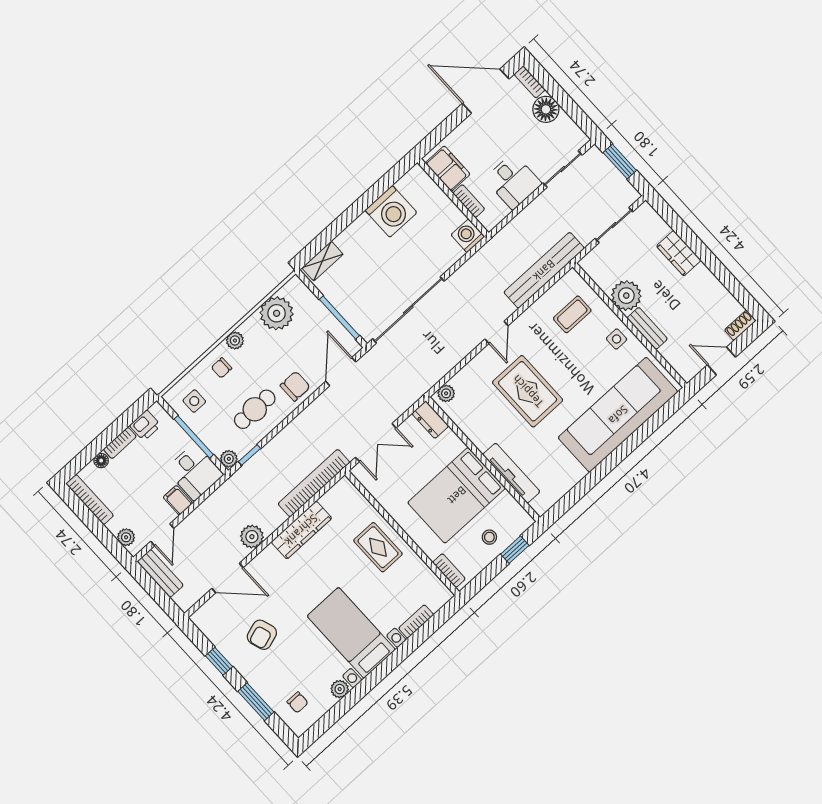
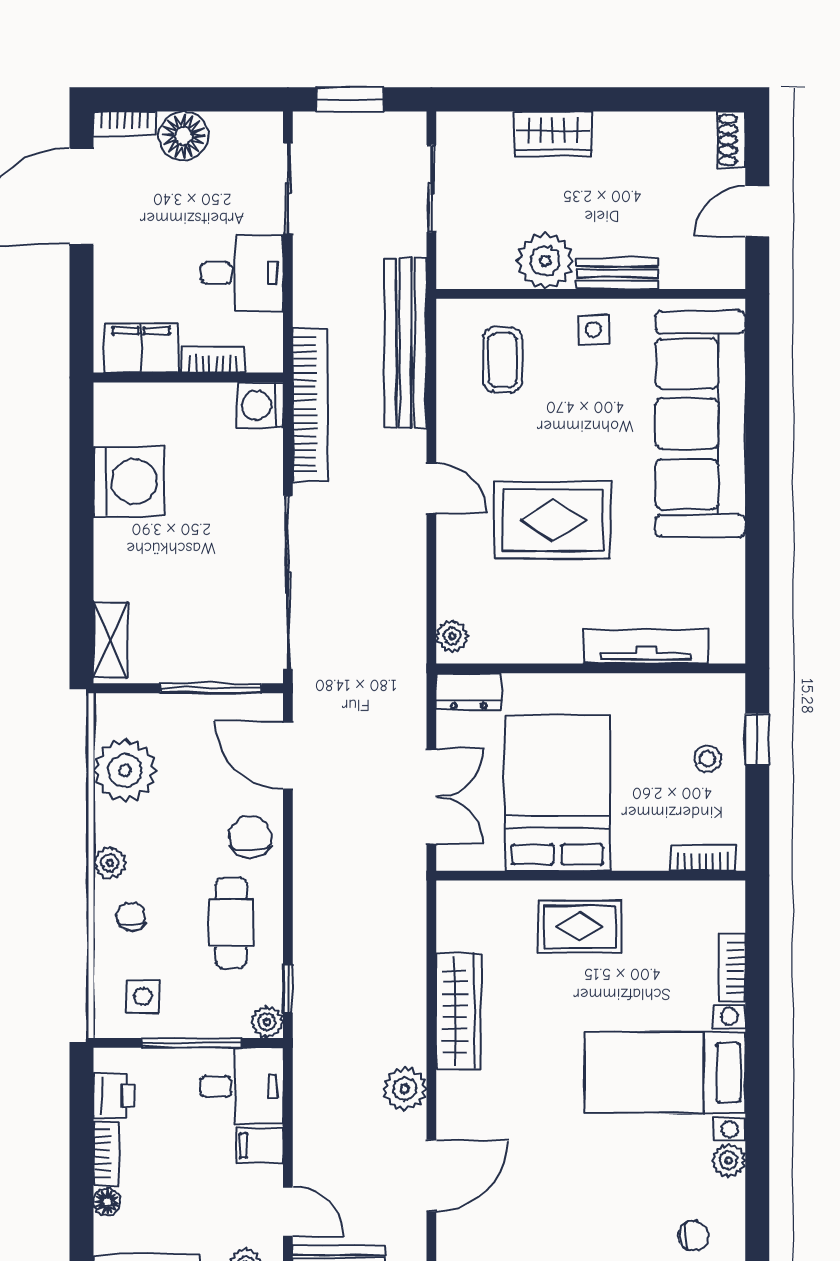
chair: (222, 368) -> (131, 917), turned 180
bookcase: (314, 483) -> (310, 405), moved, turned 180
bed: (457, 495) -> (558, 793), moved, turned 180
armchair: (262, 635) -> (554, 1200), removed

